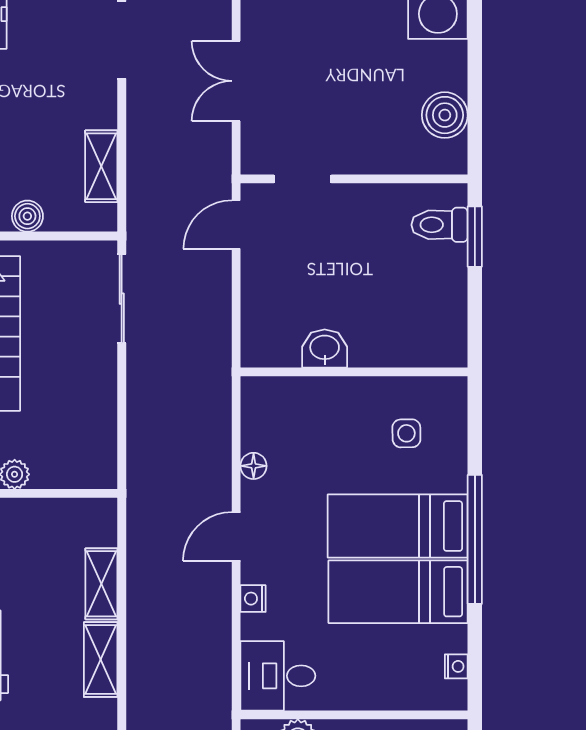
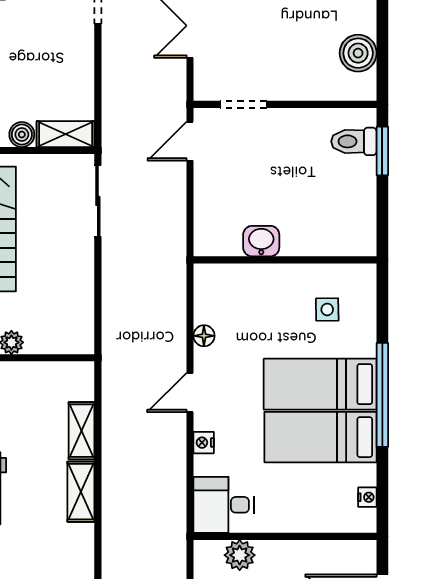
shelving: (101, 166) -> (66, 134), moved, turned 90

